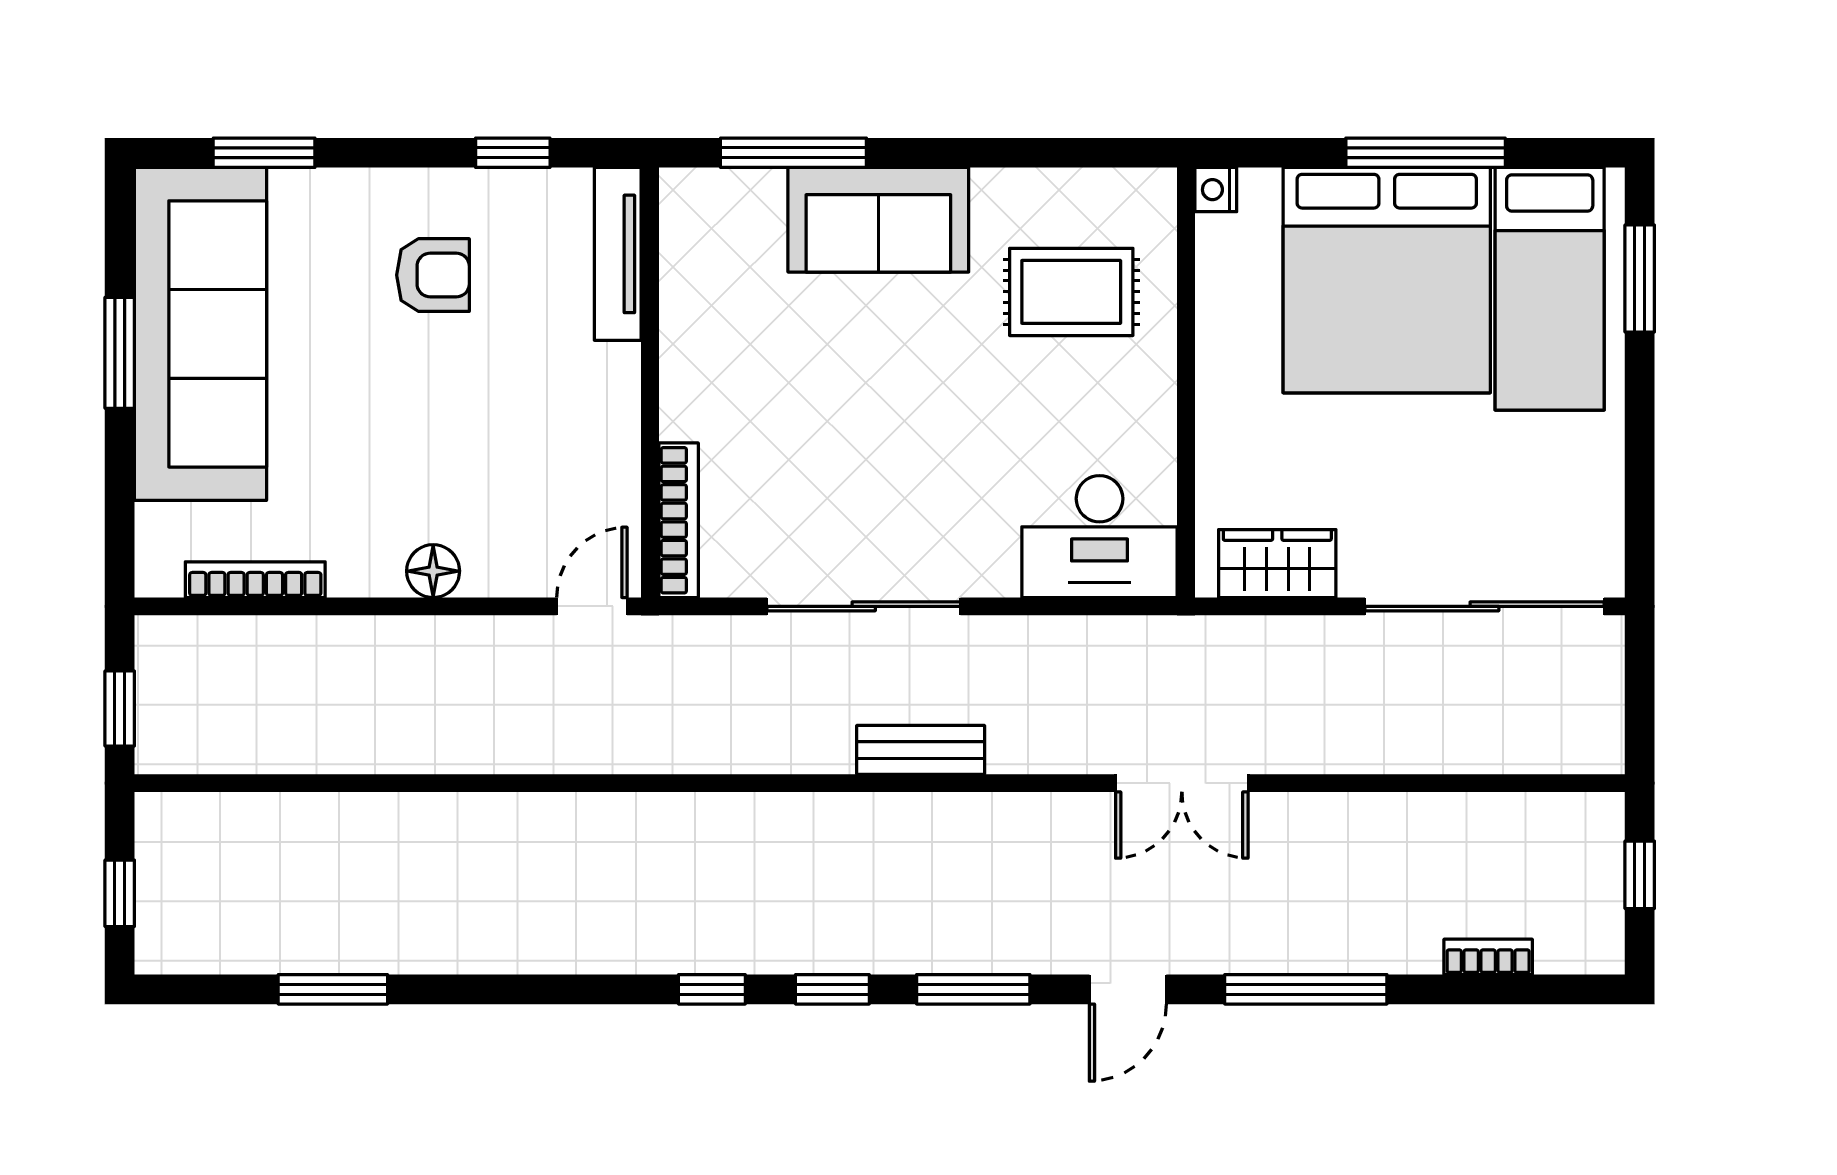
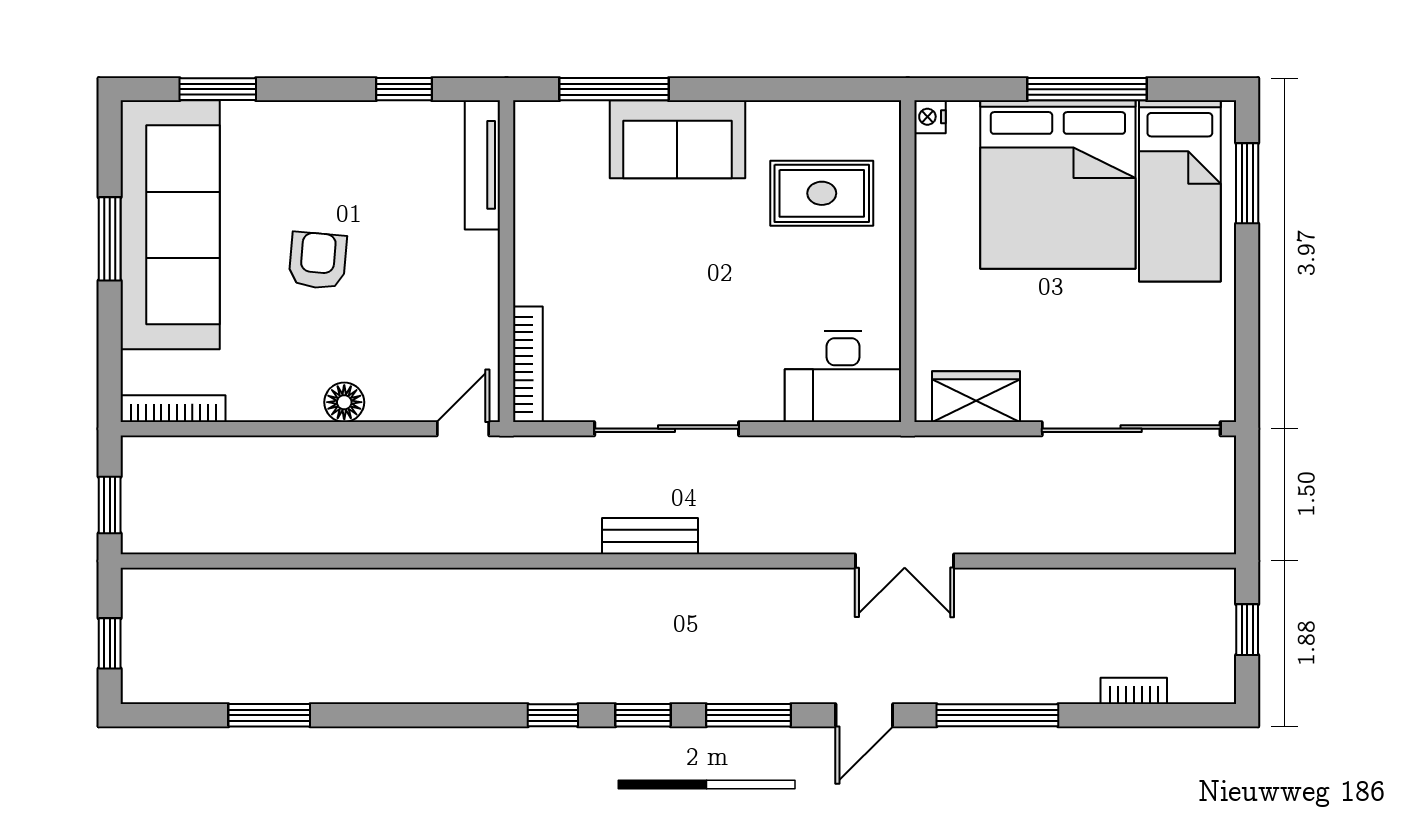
armchair: (433, 275) -> (318, 261), moved, turned -85
bookcase: (255, 580) -> (173, 409), moved
bench: (921, 750) -> (650, 536), moved

